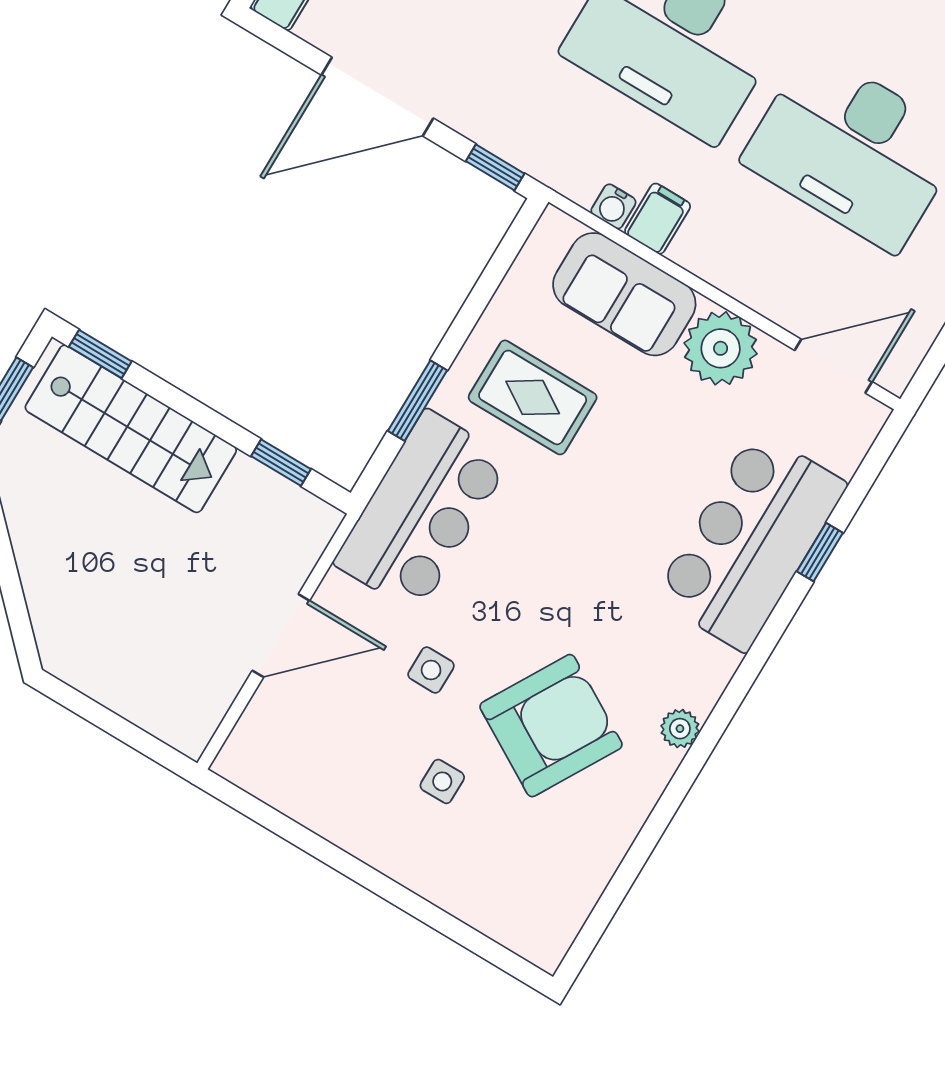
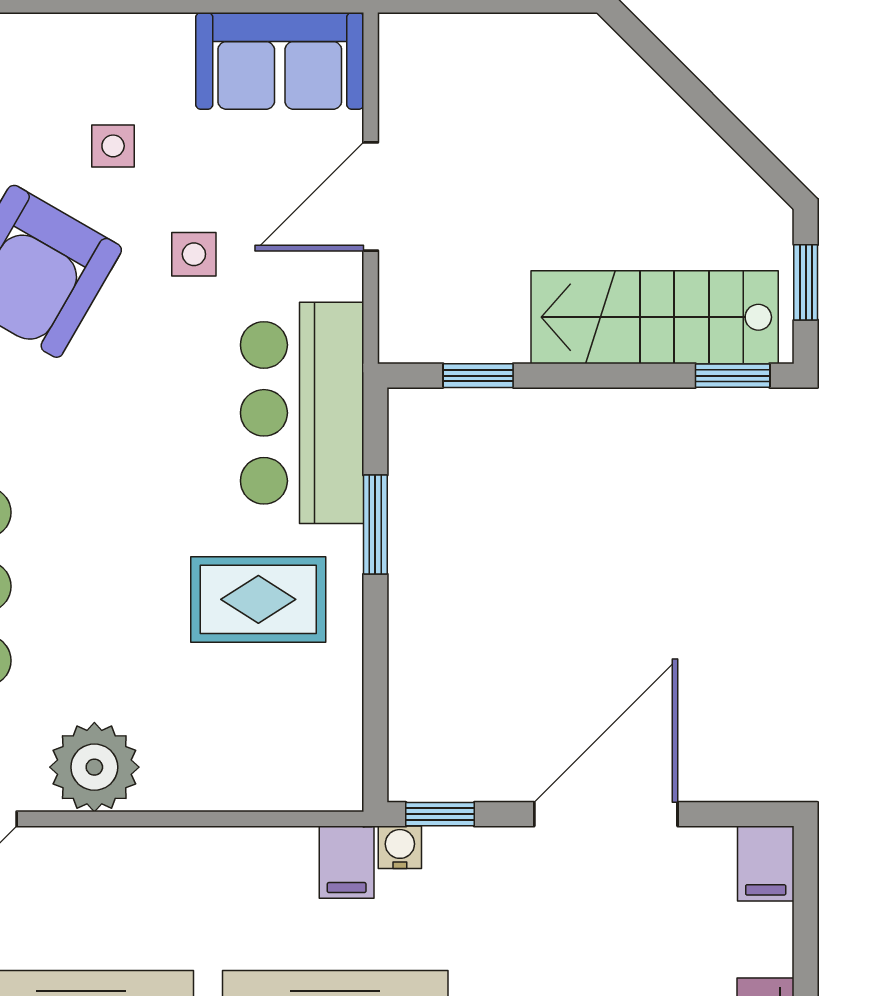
water cooler: (613, 206) -> (400, 847), moved
filing cabinet: (658, 219) -> (347, 862), moved
sofa: (624, 294) -> (280, 61), moved, turned 180

